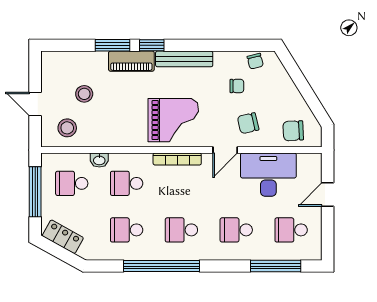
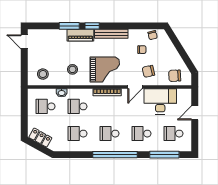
stool: (84, 94) -> (72, 69), moved
door: (35, 104) -> (24, 42), moved
window: (35, 192) -> (24, 111), removed
window: (161, 266) -> (115, 155), moved

